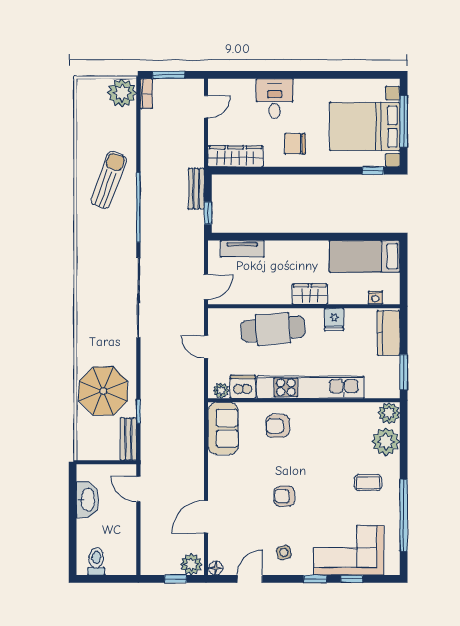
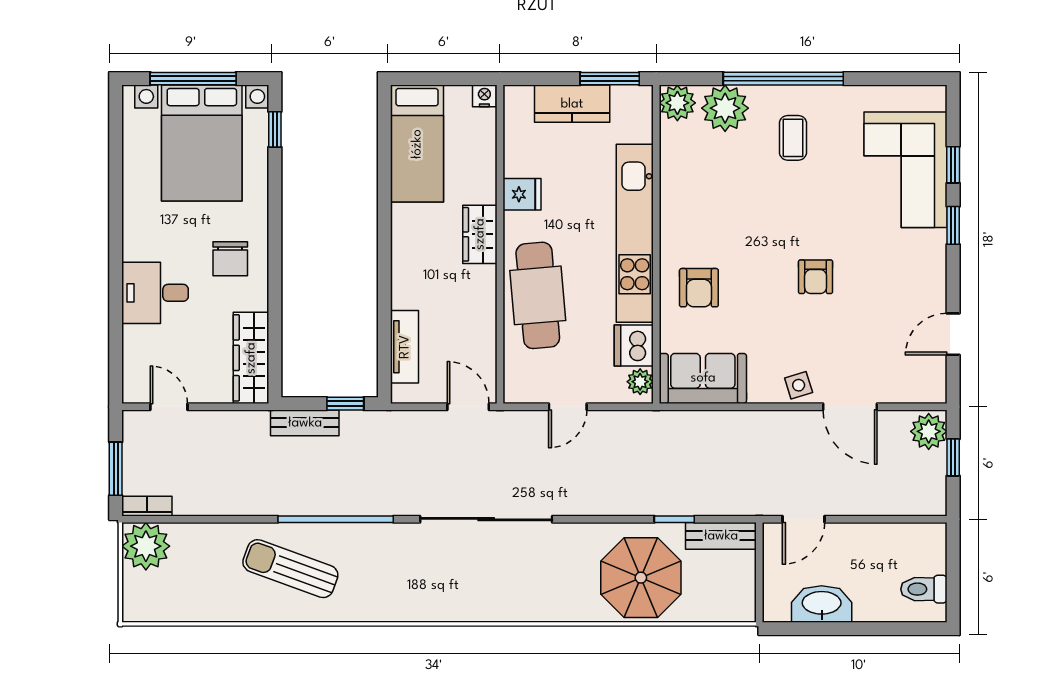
nightstand: (375, 298) -> (484, 96), moved, turned -90
kitchen counter: (389, 333) -> (572, 104), moved
window: (404, 515) -> (783, 79), moved
side table: (284, 552) -> (799, 385), moved
floor lamp: (216, 568) -> (935, 391), removed
door: (250, 579) -> (953, 334), hinge flipped

